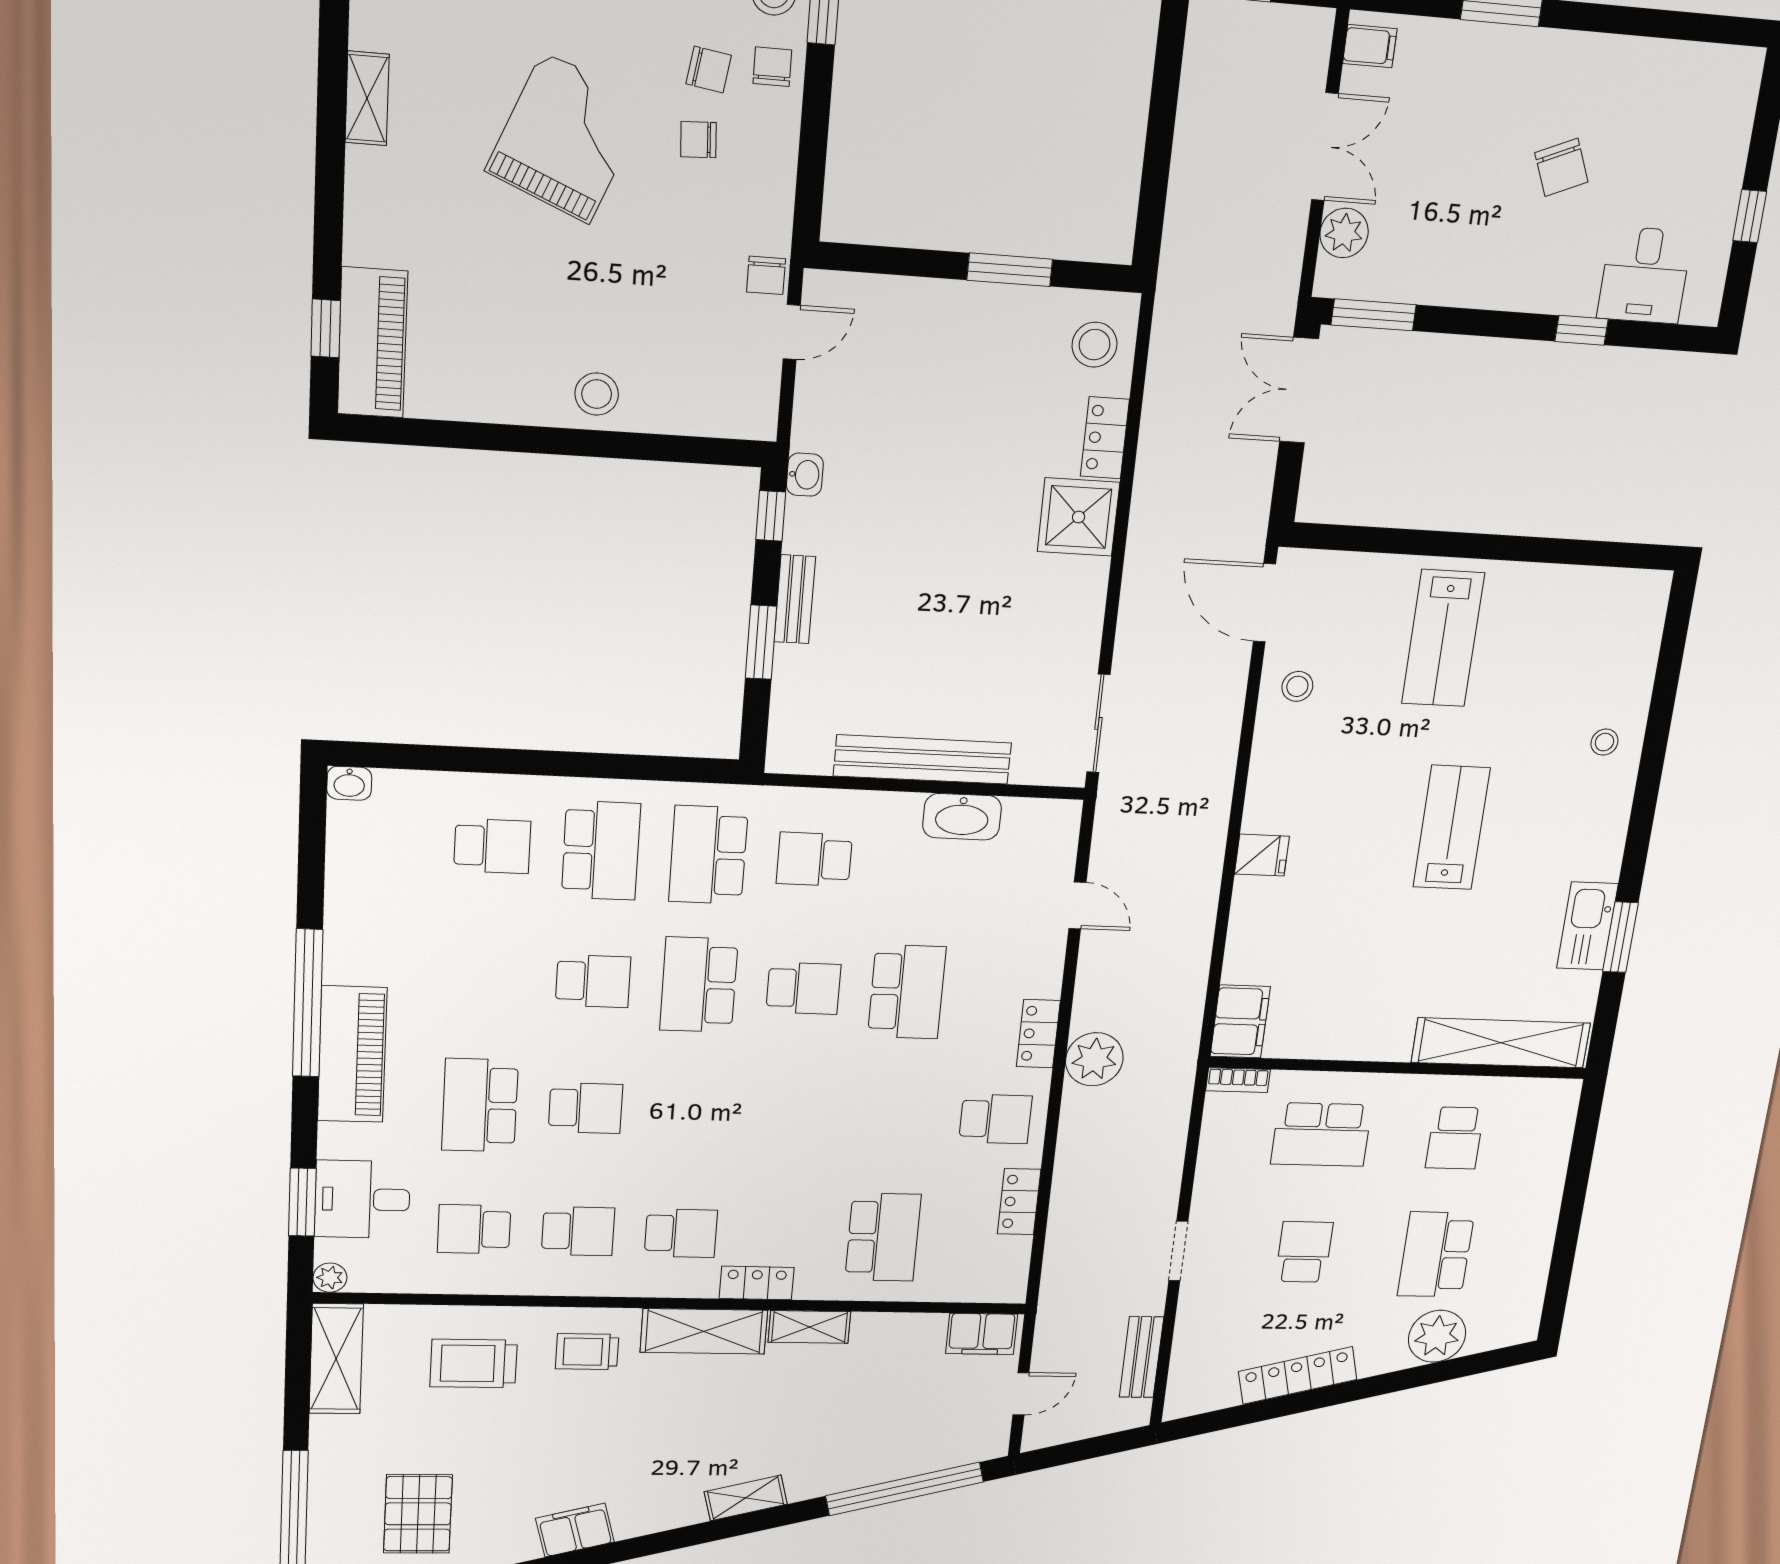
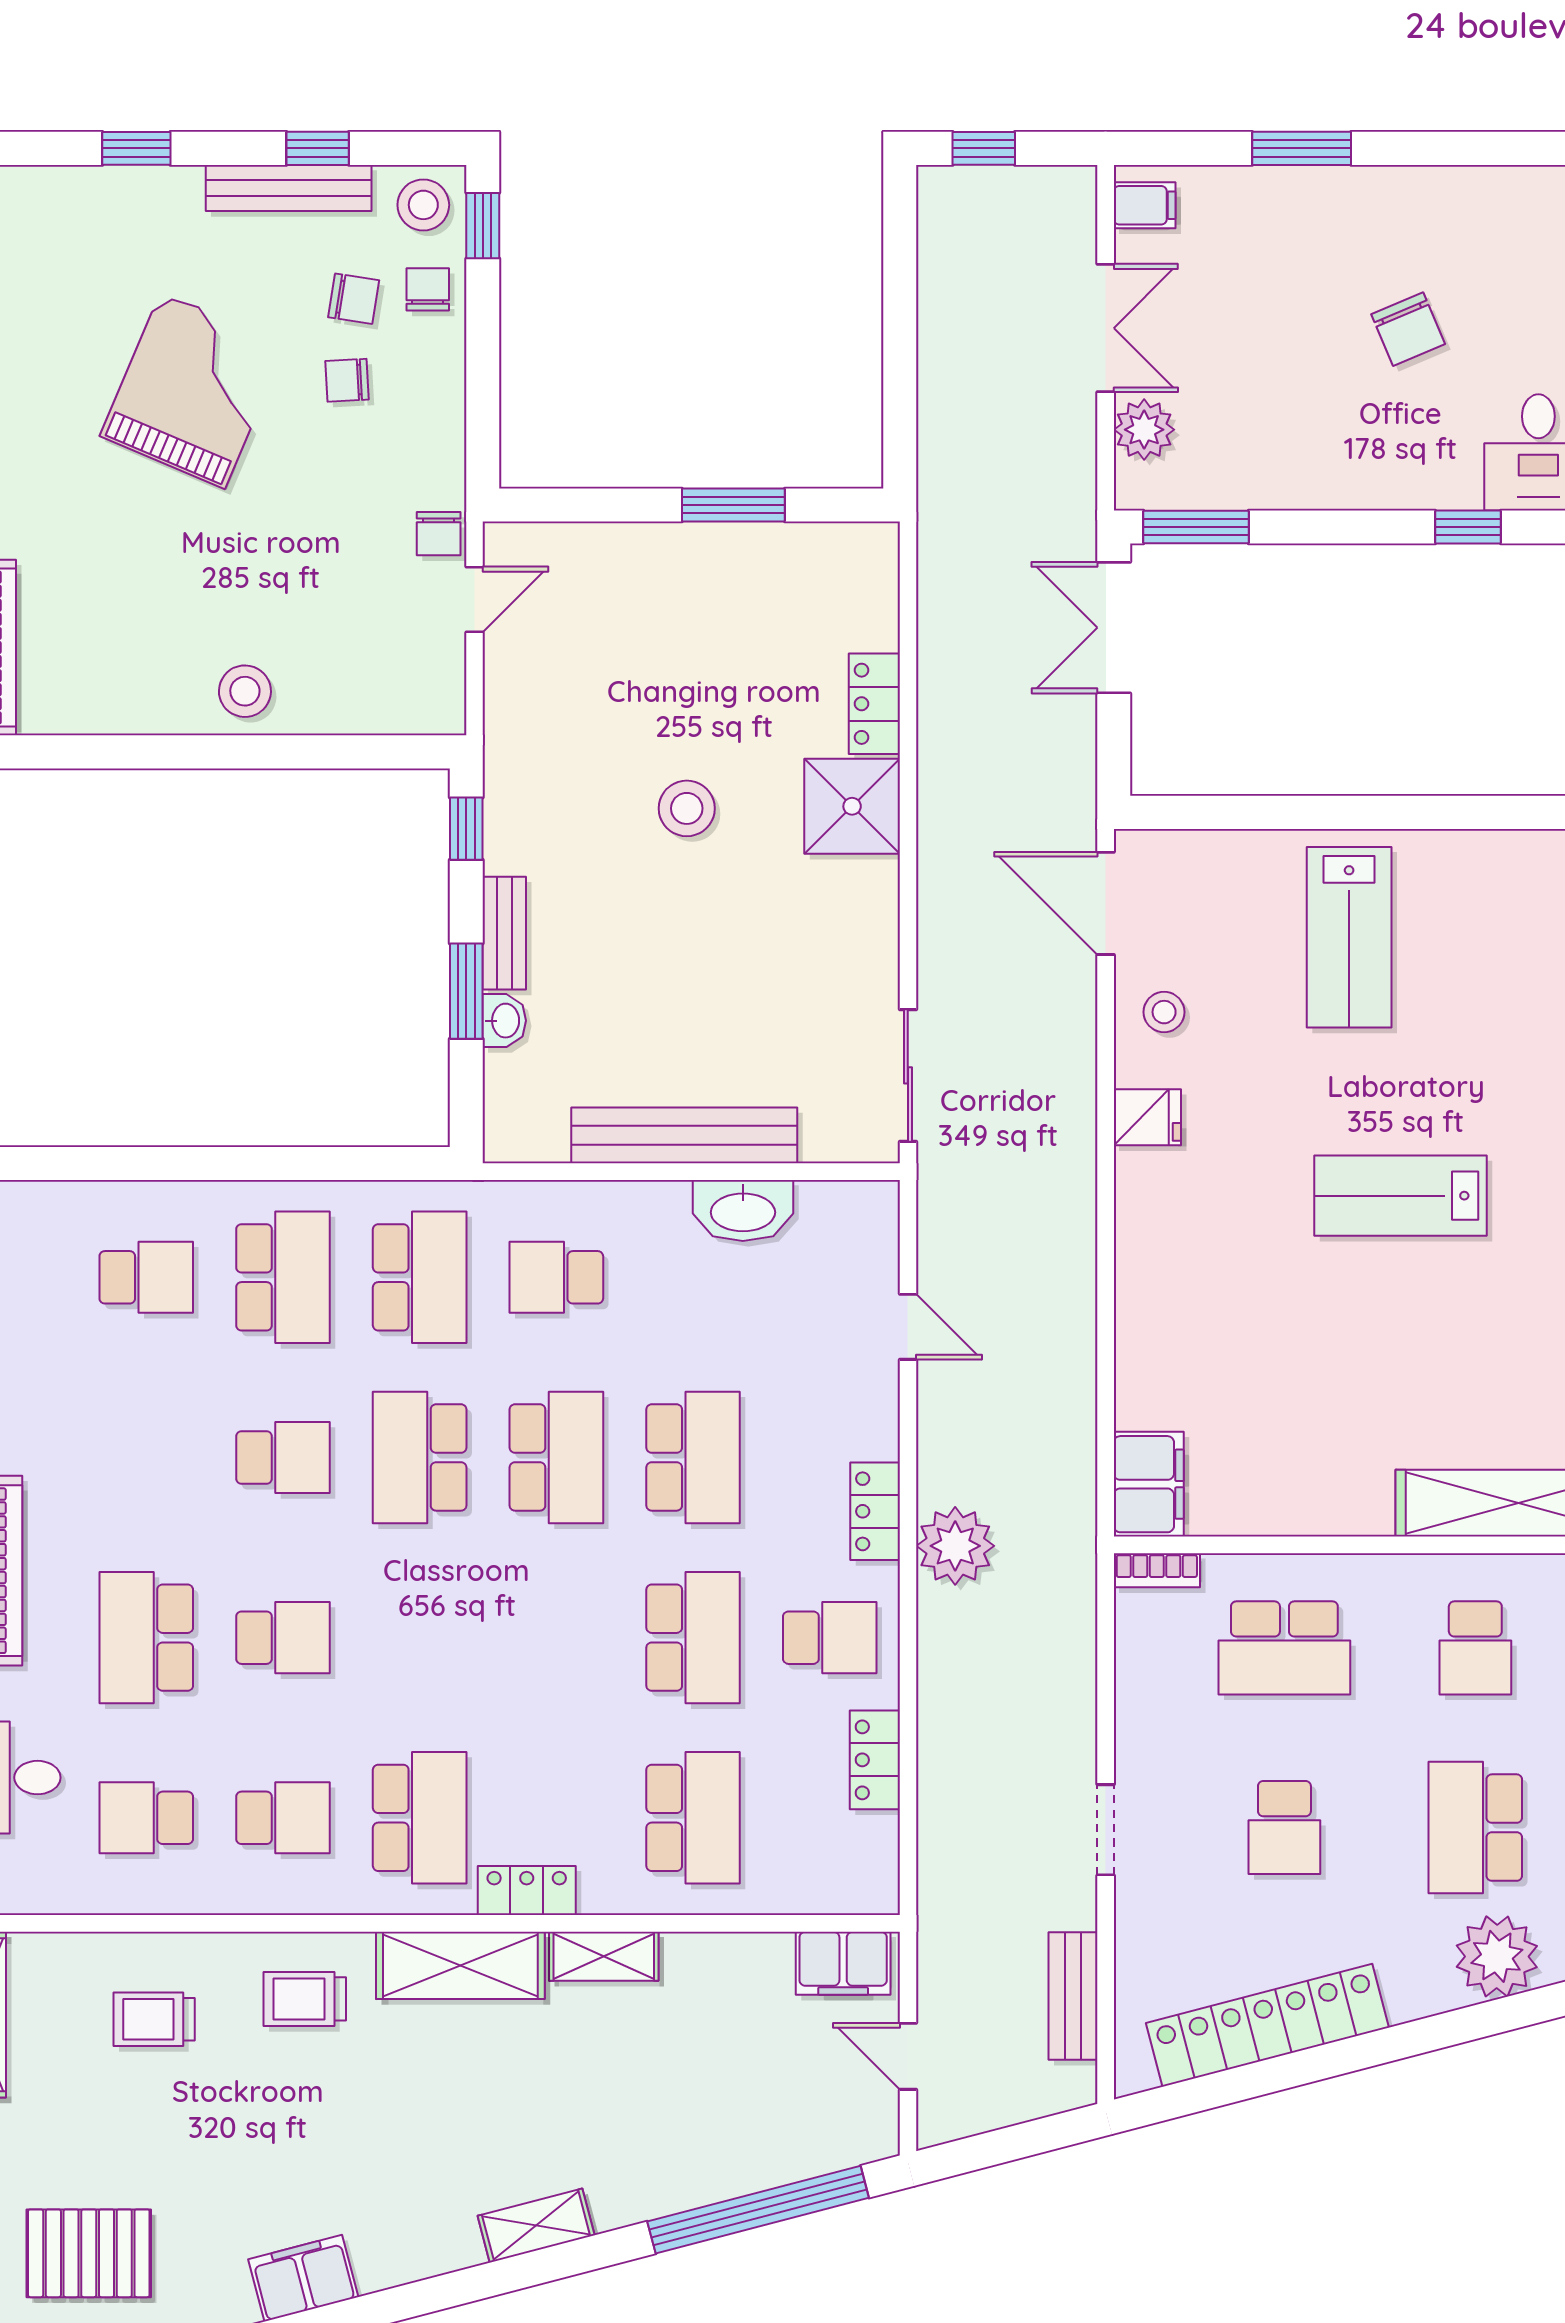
stool: (1095, 345) -> (687, 808), moved
washbasin: (805, 475) -> (504, 1021), moved
lab bench: (1452, 828) -> (1401, 1196), turned -90
school desk: (708, 855) -> (420, 1277), turned 180
fridge: (1262, 855) -> (1147, 1117), moved
school desk: (803, 988) -> (556, 1457), width x1.85
school desk: (895, 1116) -> (693, 1638), added
school desk: (681, 1233) -> (420, 1818), width x1.85
school desk: (1304, 1252) -> (1284, 1828), turned 180
trolley: (474, 1363) -> (154, 2019), width x0.73, depth x0.72
locker: (1298, 1376) -> (1267, 2025), width x1.41, depth x1.21
door: (1021, 1394) -> (908, 2056), swing flipped
pallet: (418, 1514) -> (89, 2253), turned 90

